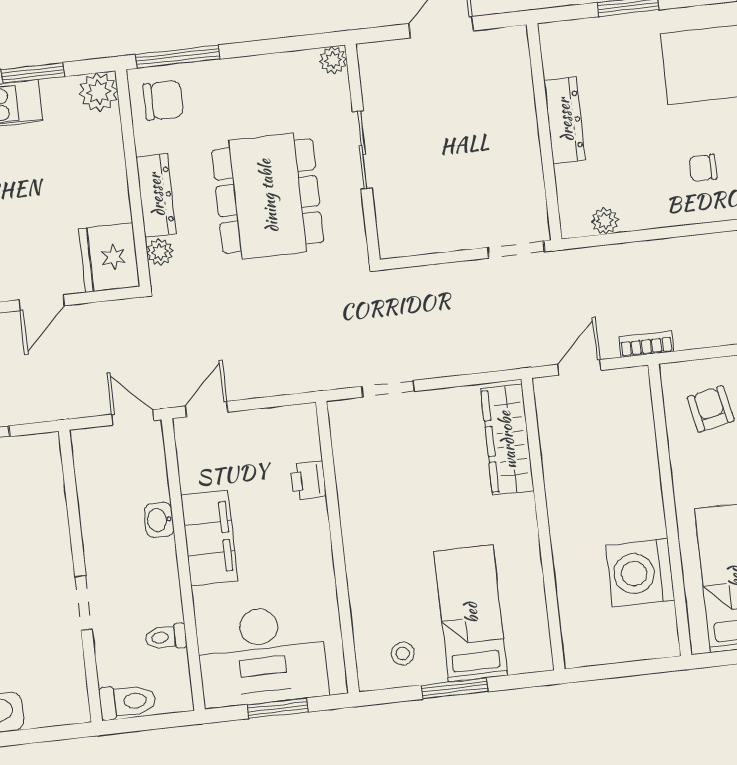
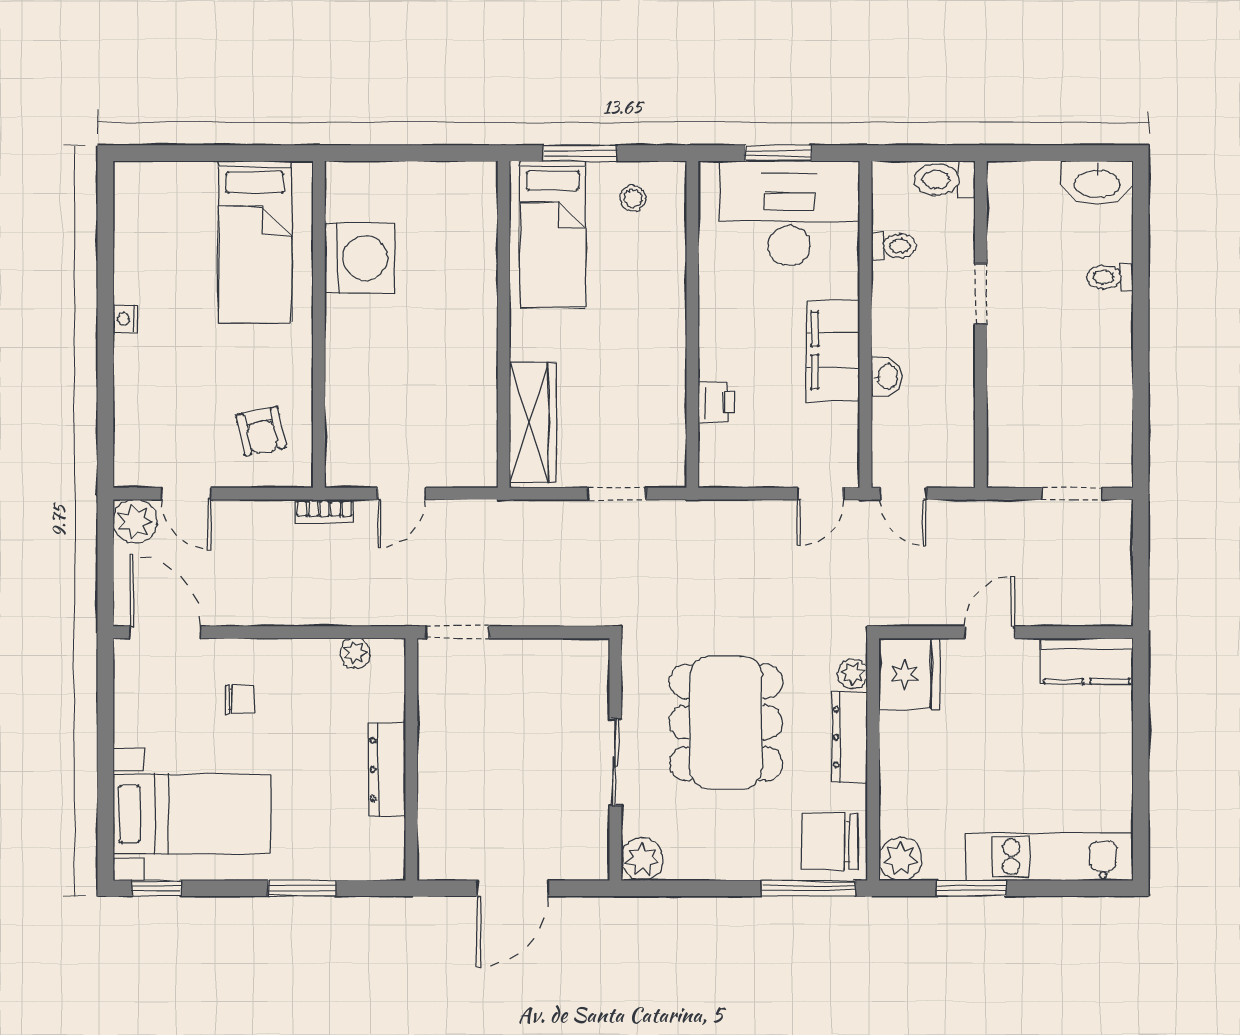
plant: (333, 60) -> (642, 859), width x1.38, depth x1.38
chair: (163, 100) -> (830, 842), width x1.37, depth x1.37
wardrobe: (507, 440) -> (533, 422), moved
wall: (543, 524) -> (504, 324), moved

